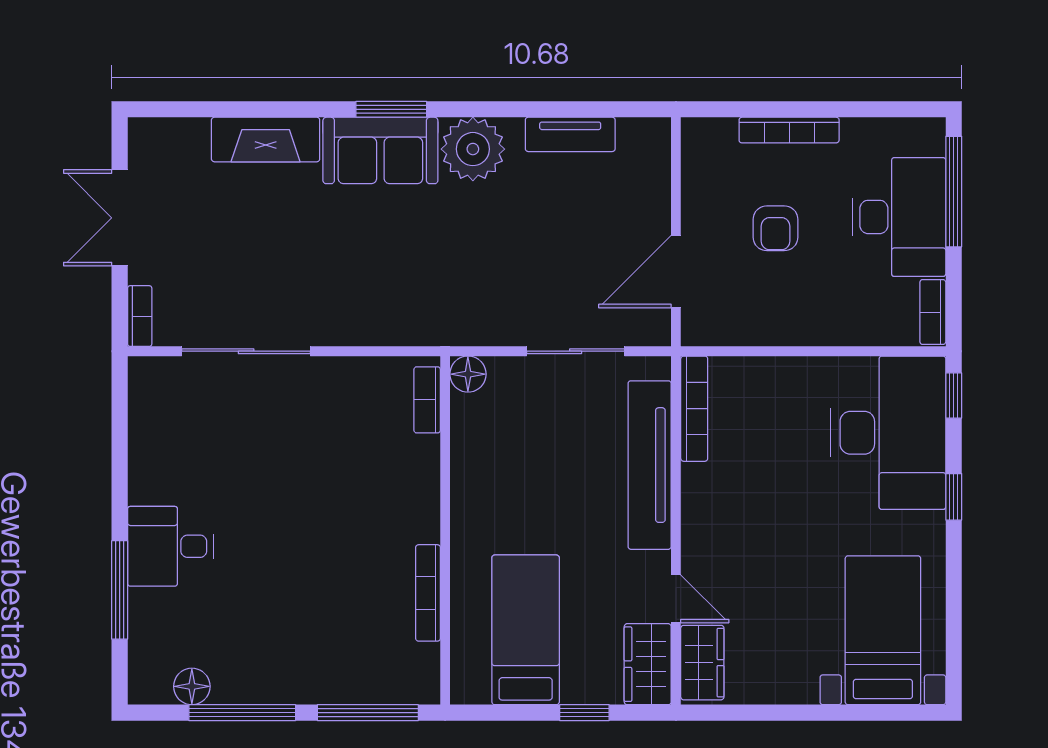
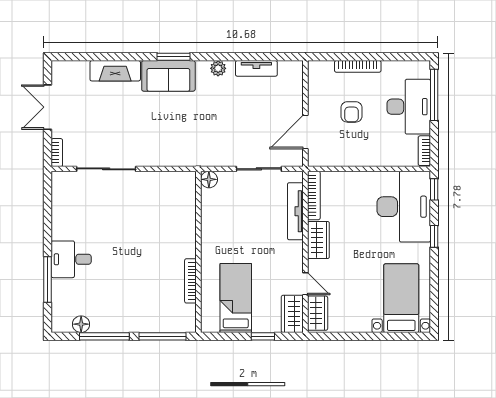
plant: (473, 149) -> (218, 68), width x0.53, depth x0.53
bookcase: (427, 400) -> (190, 191), removed
tv unit: (650, 465) -> (295, 211), width x0.73, depth x0.78
wardrobe: (704, 505) -> (318, 240), added

